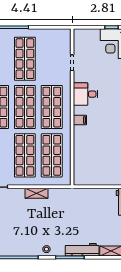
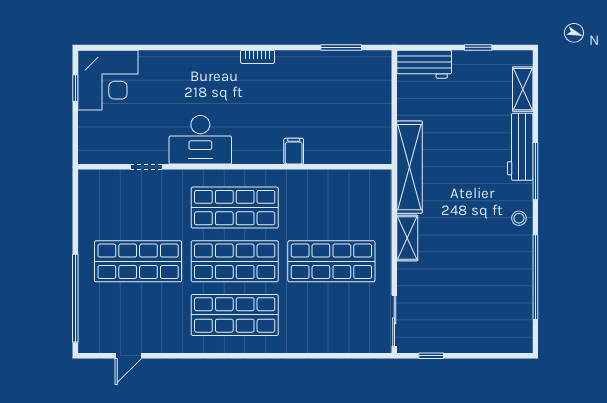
desk: (86, 94) -> (200, 140), width x1.37
filing cabinet: (80, 120) -> (294, 151), moved
shop shelf: (52, 155) -> (331, 208), removed
shelving: (72, 194) -> (409, 167), added

